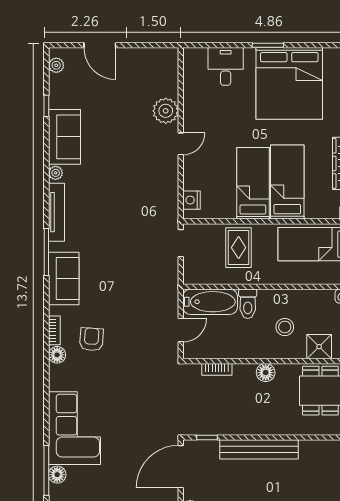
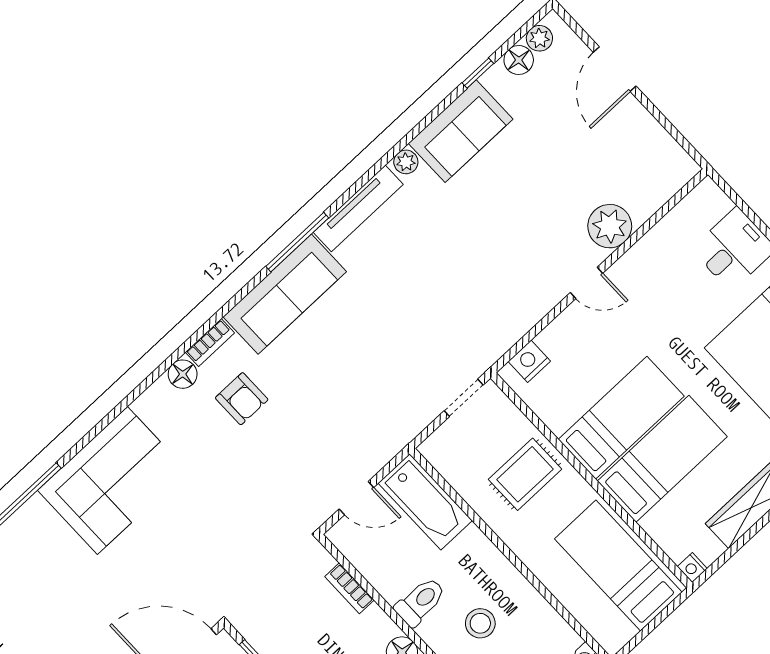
sofa: (64, 279) -> (285, 294), width x1.36
toilet: (248, 304) -> (420, 602), moved, turned 180
armchair: (91, 339) -> (242, 399), turned 86
floor lamp: (57, 475) -> (519, 60), moved

